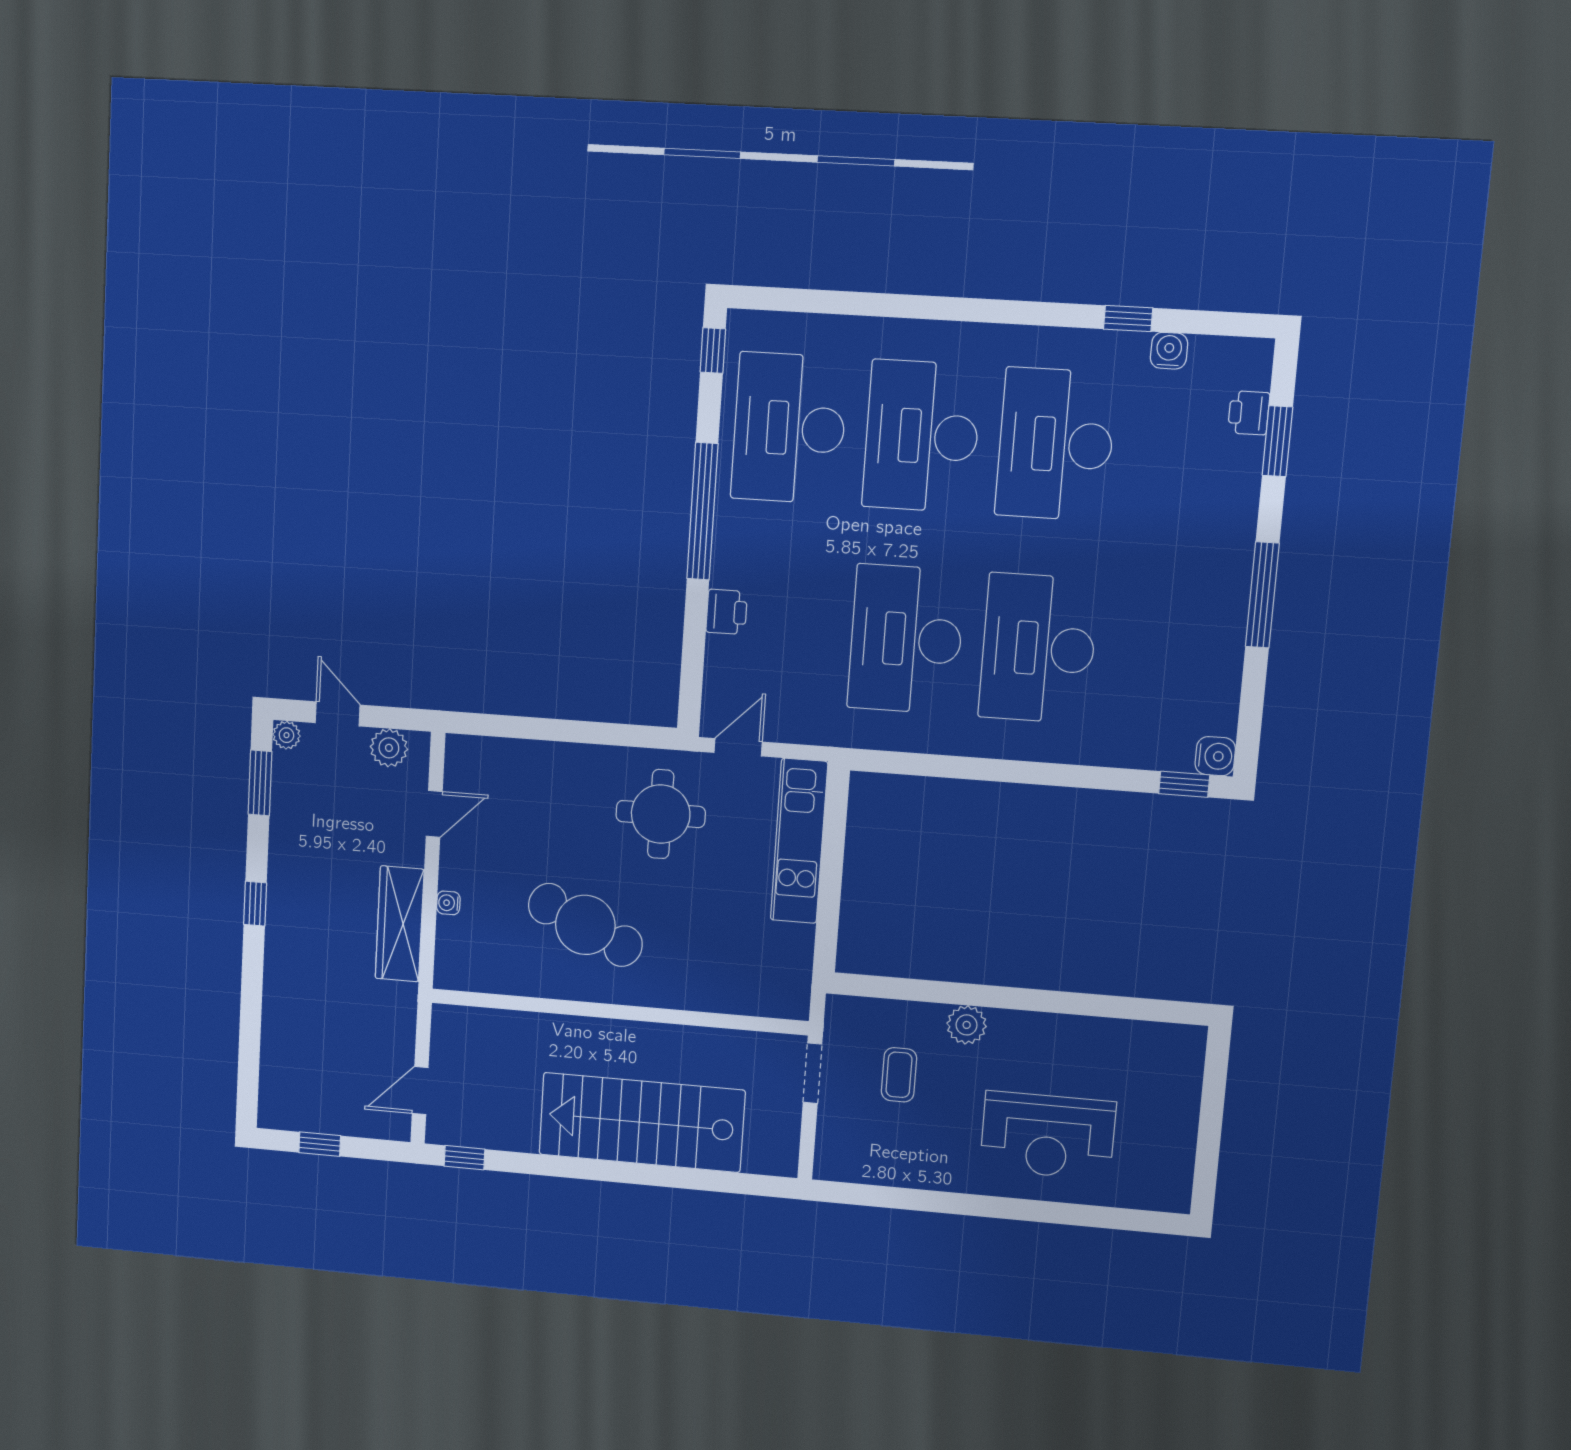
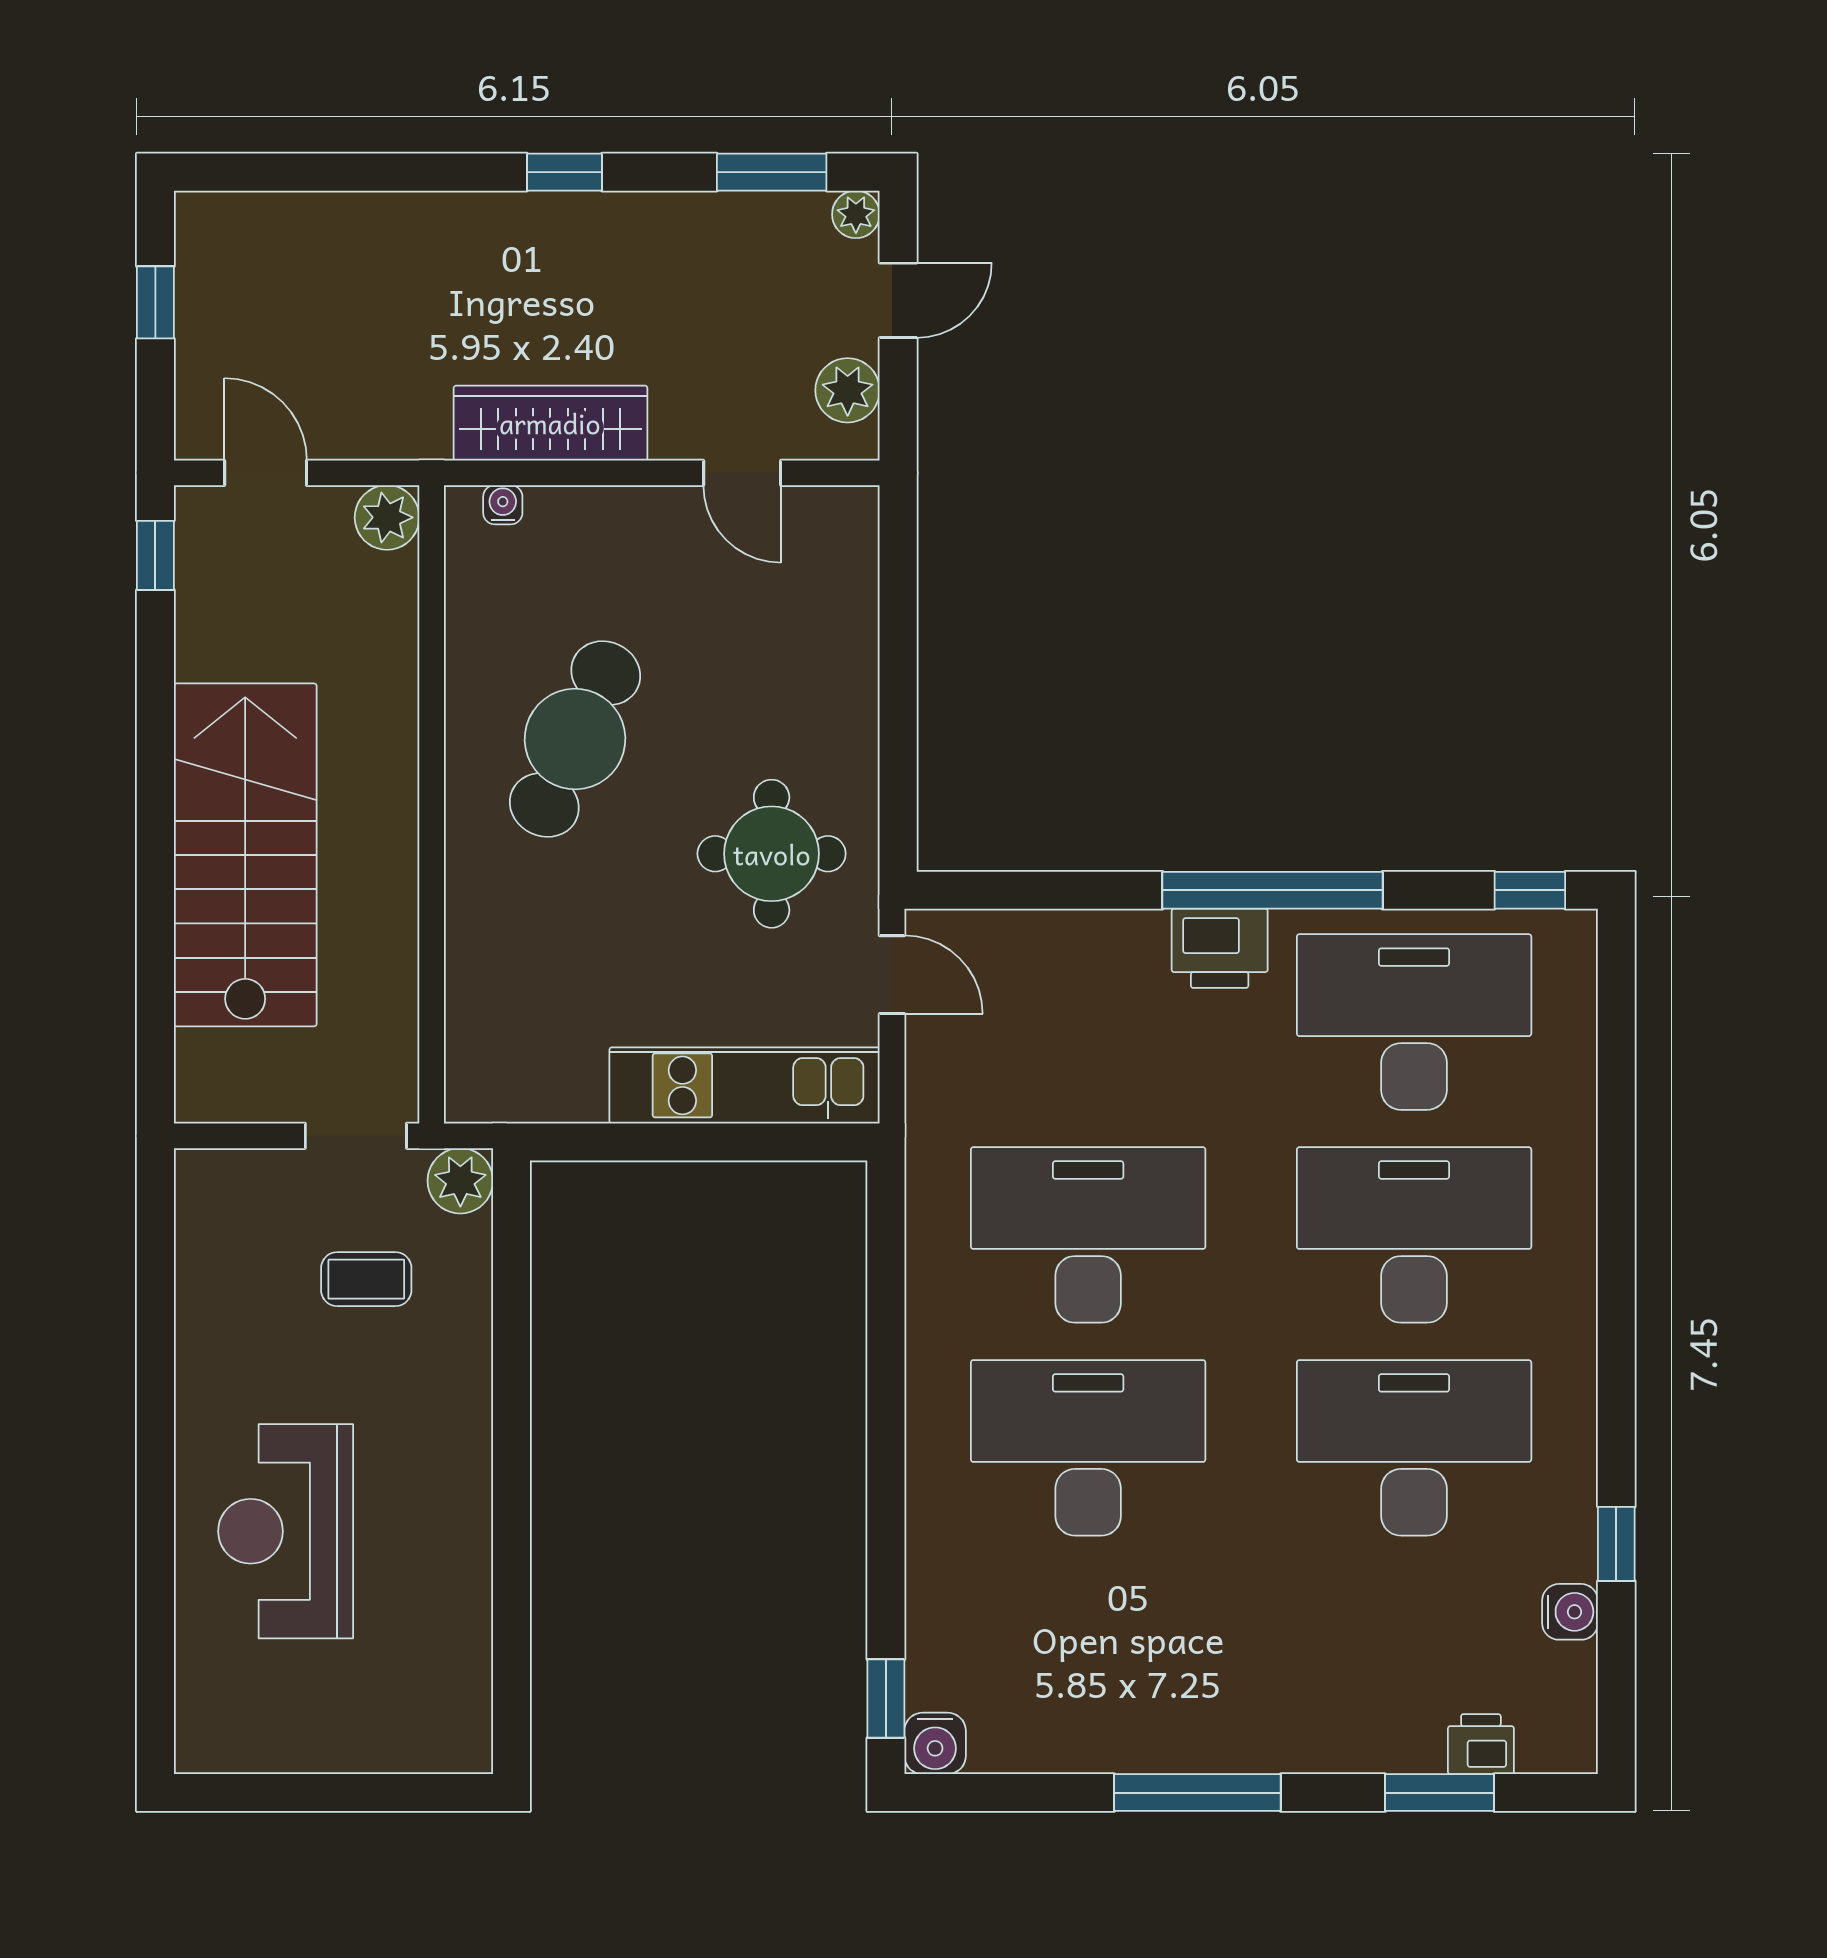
printer: (727, 612) -> (1220, 948), moved, width x1.36, depth x1.24
water cooler: (448, 903) -> (503, 505), moved
plant: (450, 1023) -> (387, 517), added
plant: (967, 1025) -> (460, 1181), moved

